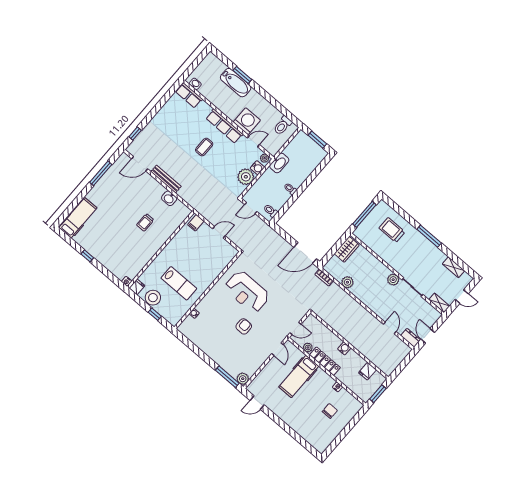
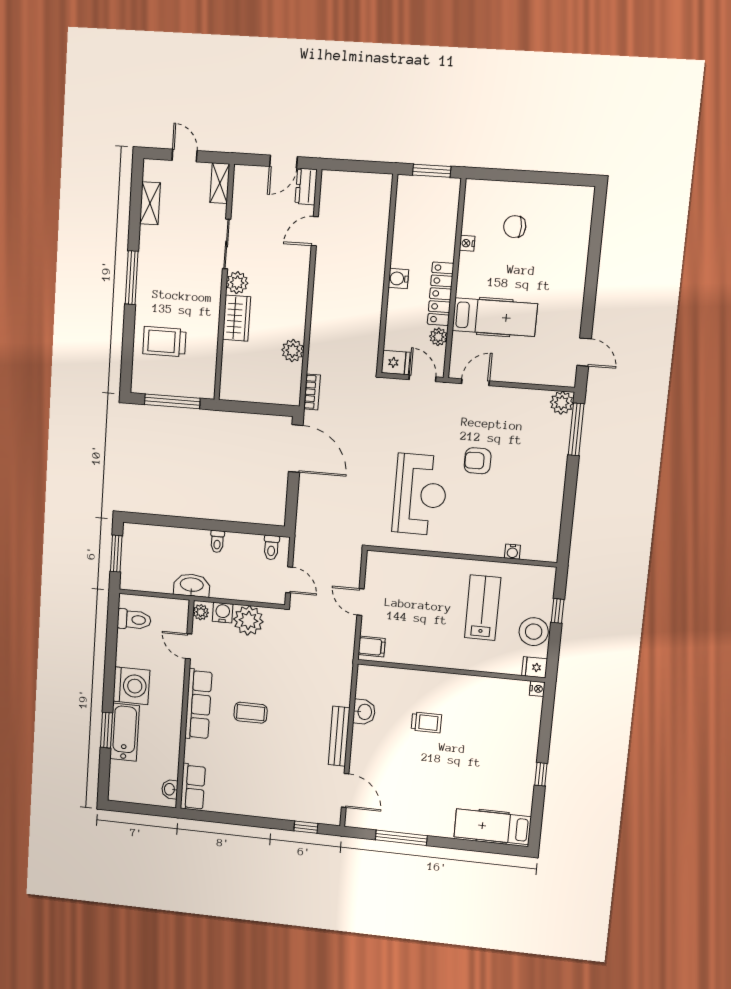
washing machine: (247, 121) -> (131, 686), moved, turned 180
trolley: (392, 230) -> (164, 342), turned 90
wardrobe: (347, 249) -> (237, 318), moved, turned 90
fridge: (367, 371) -> (396, 363), moved

